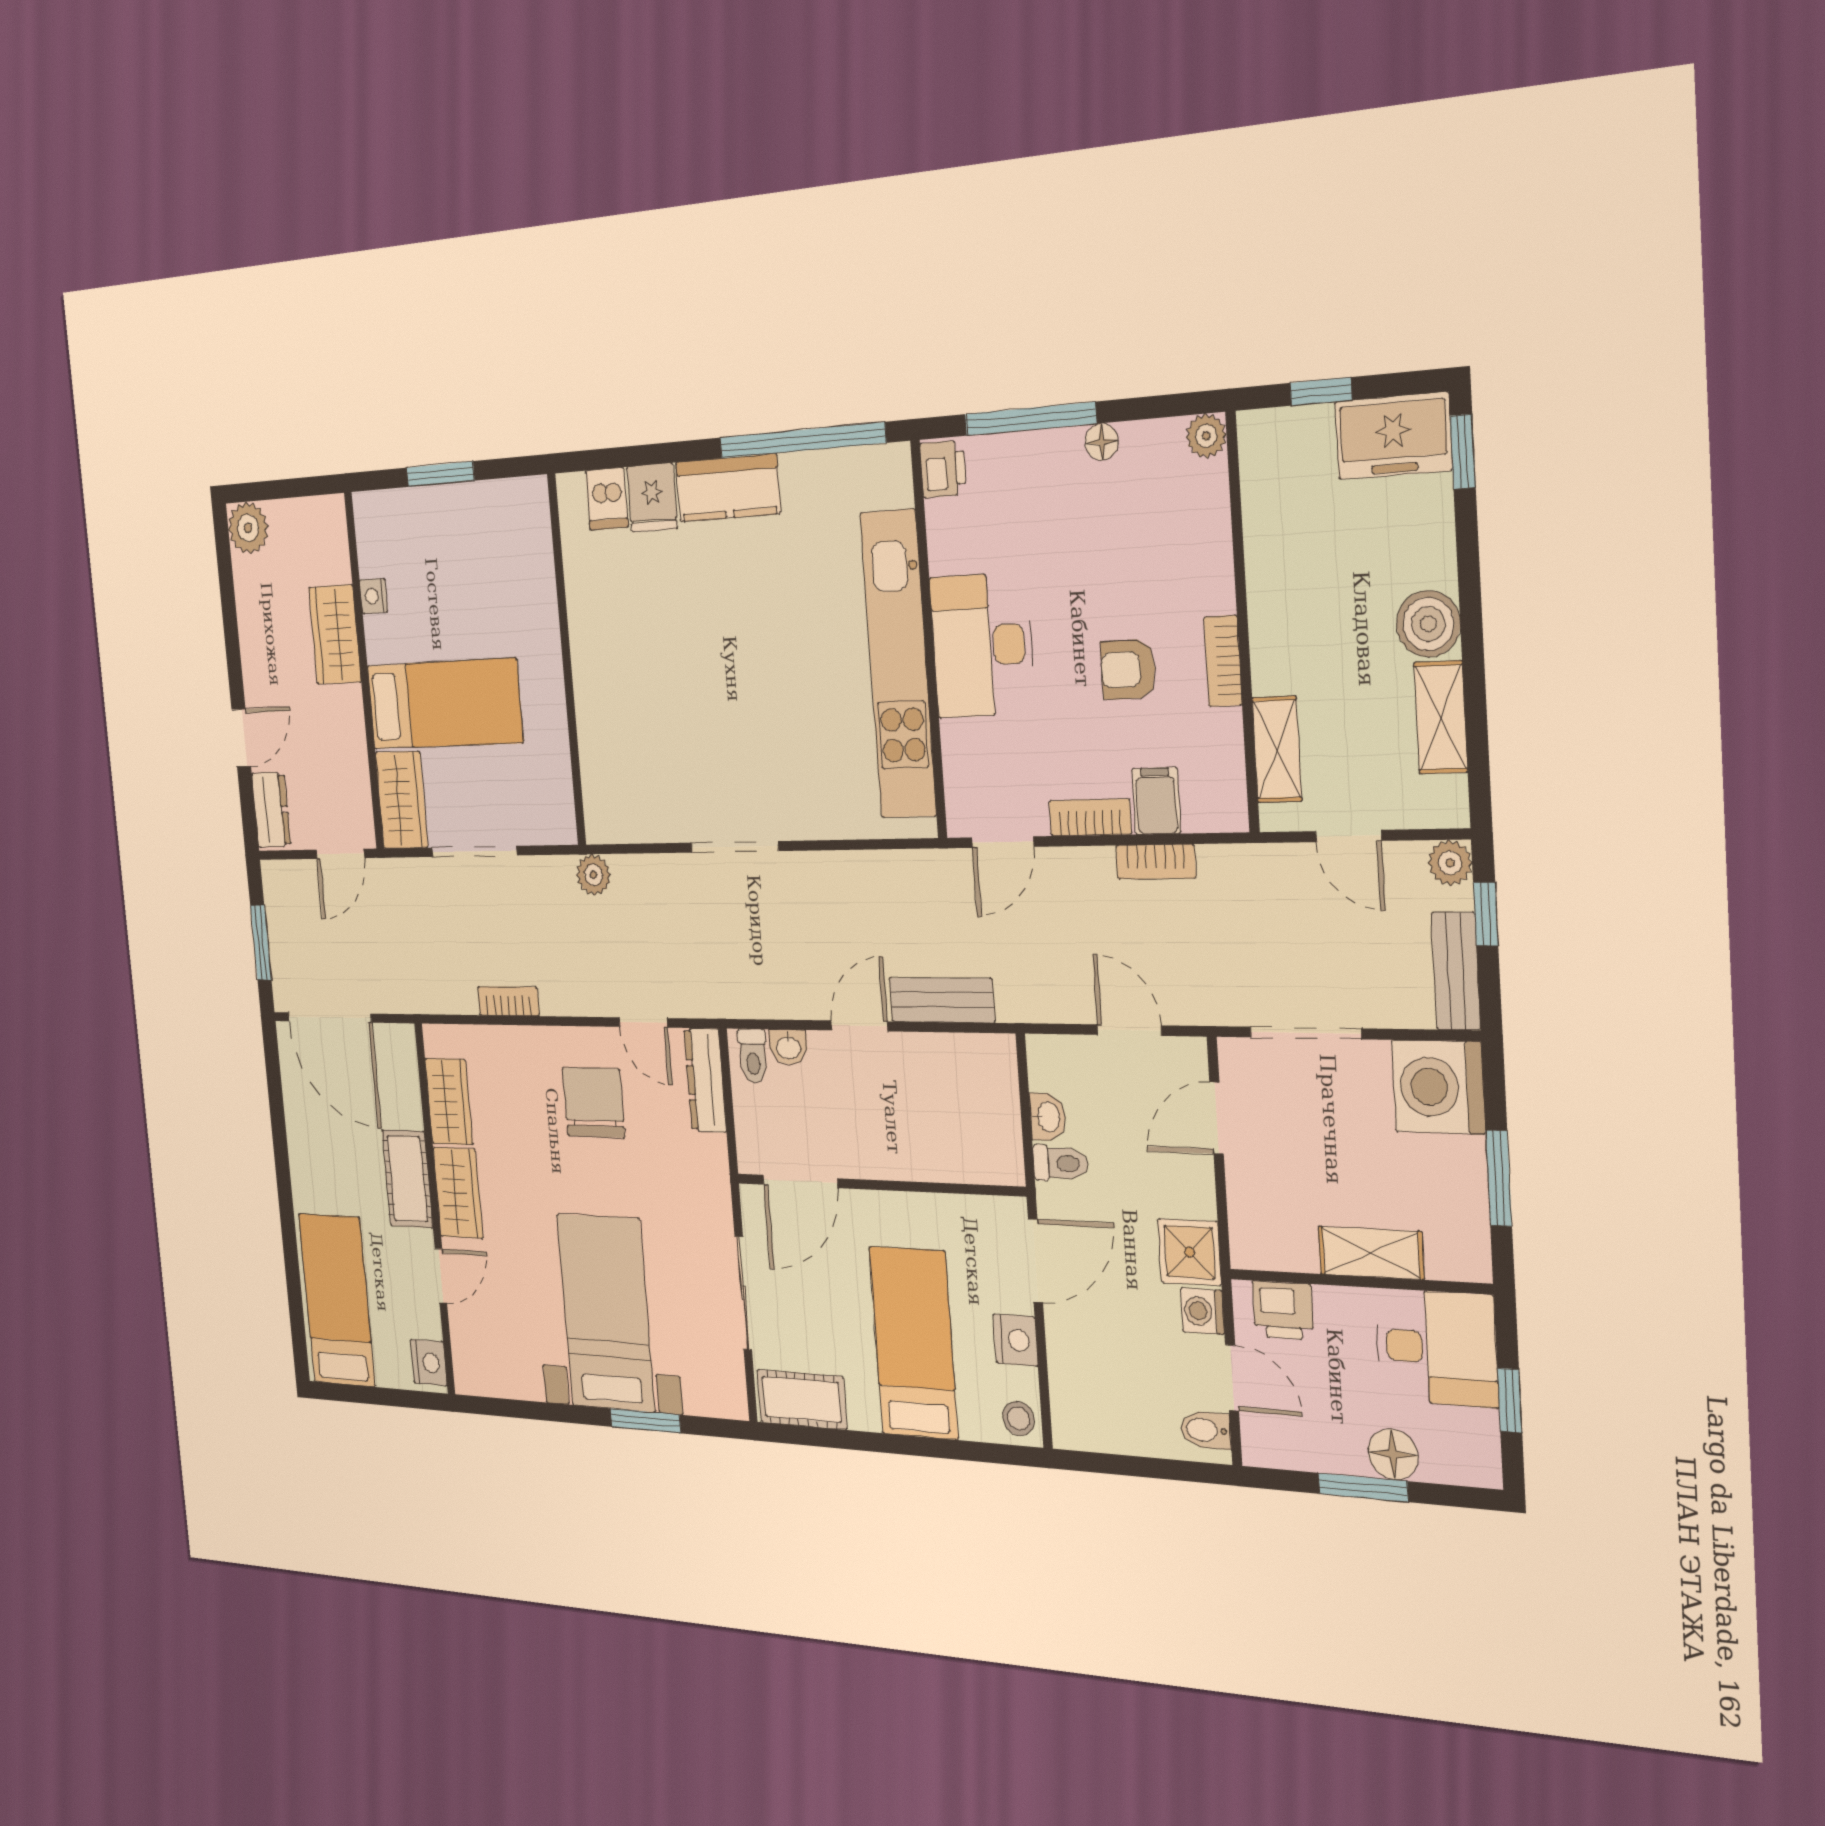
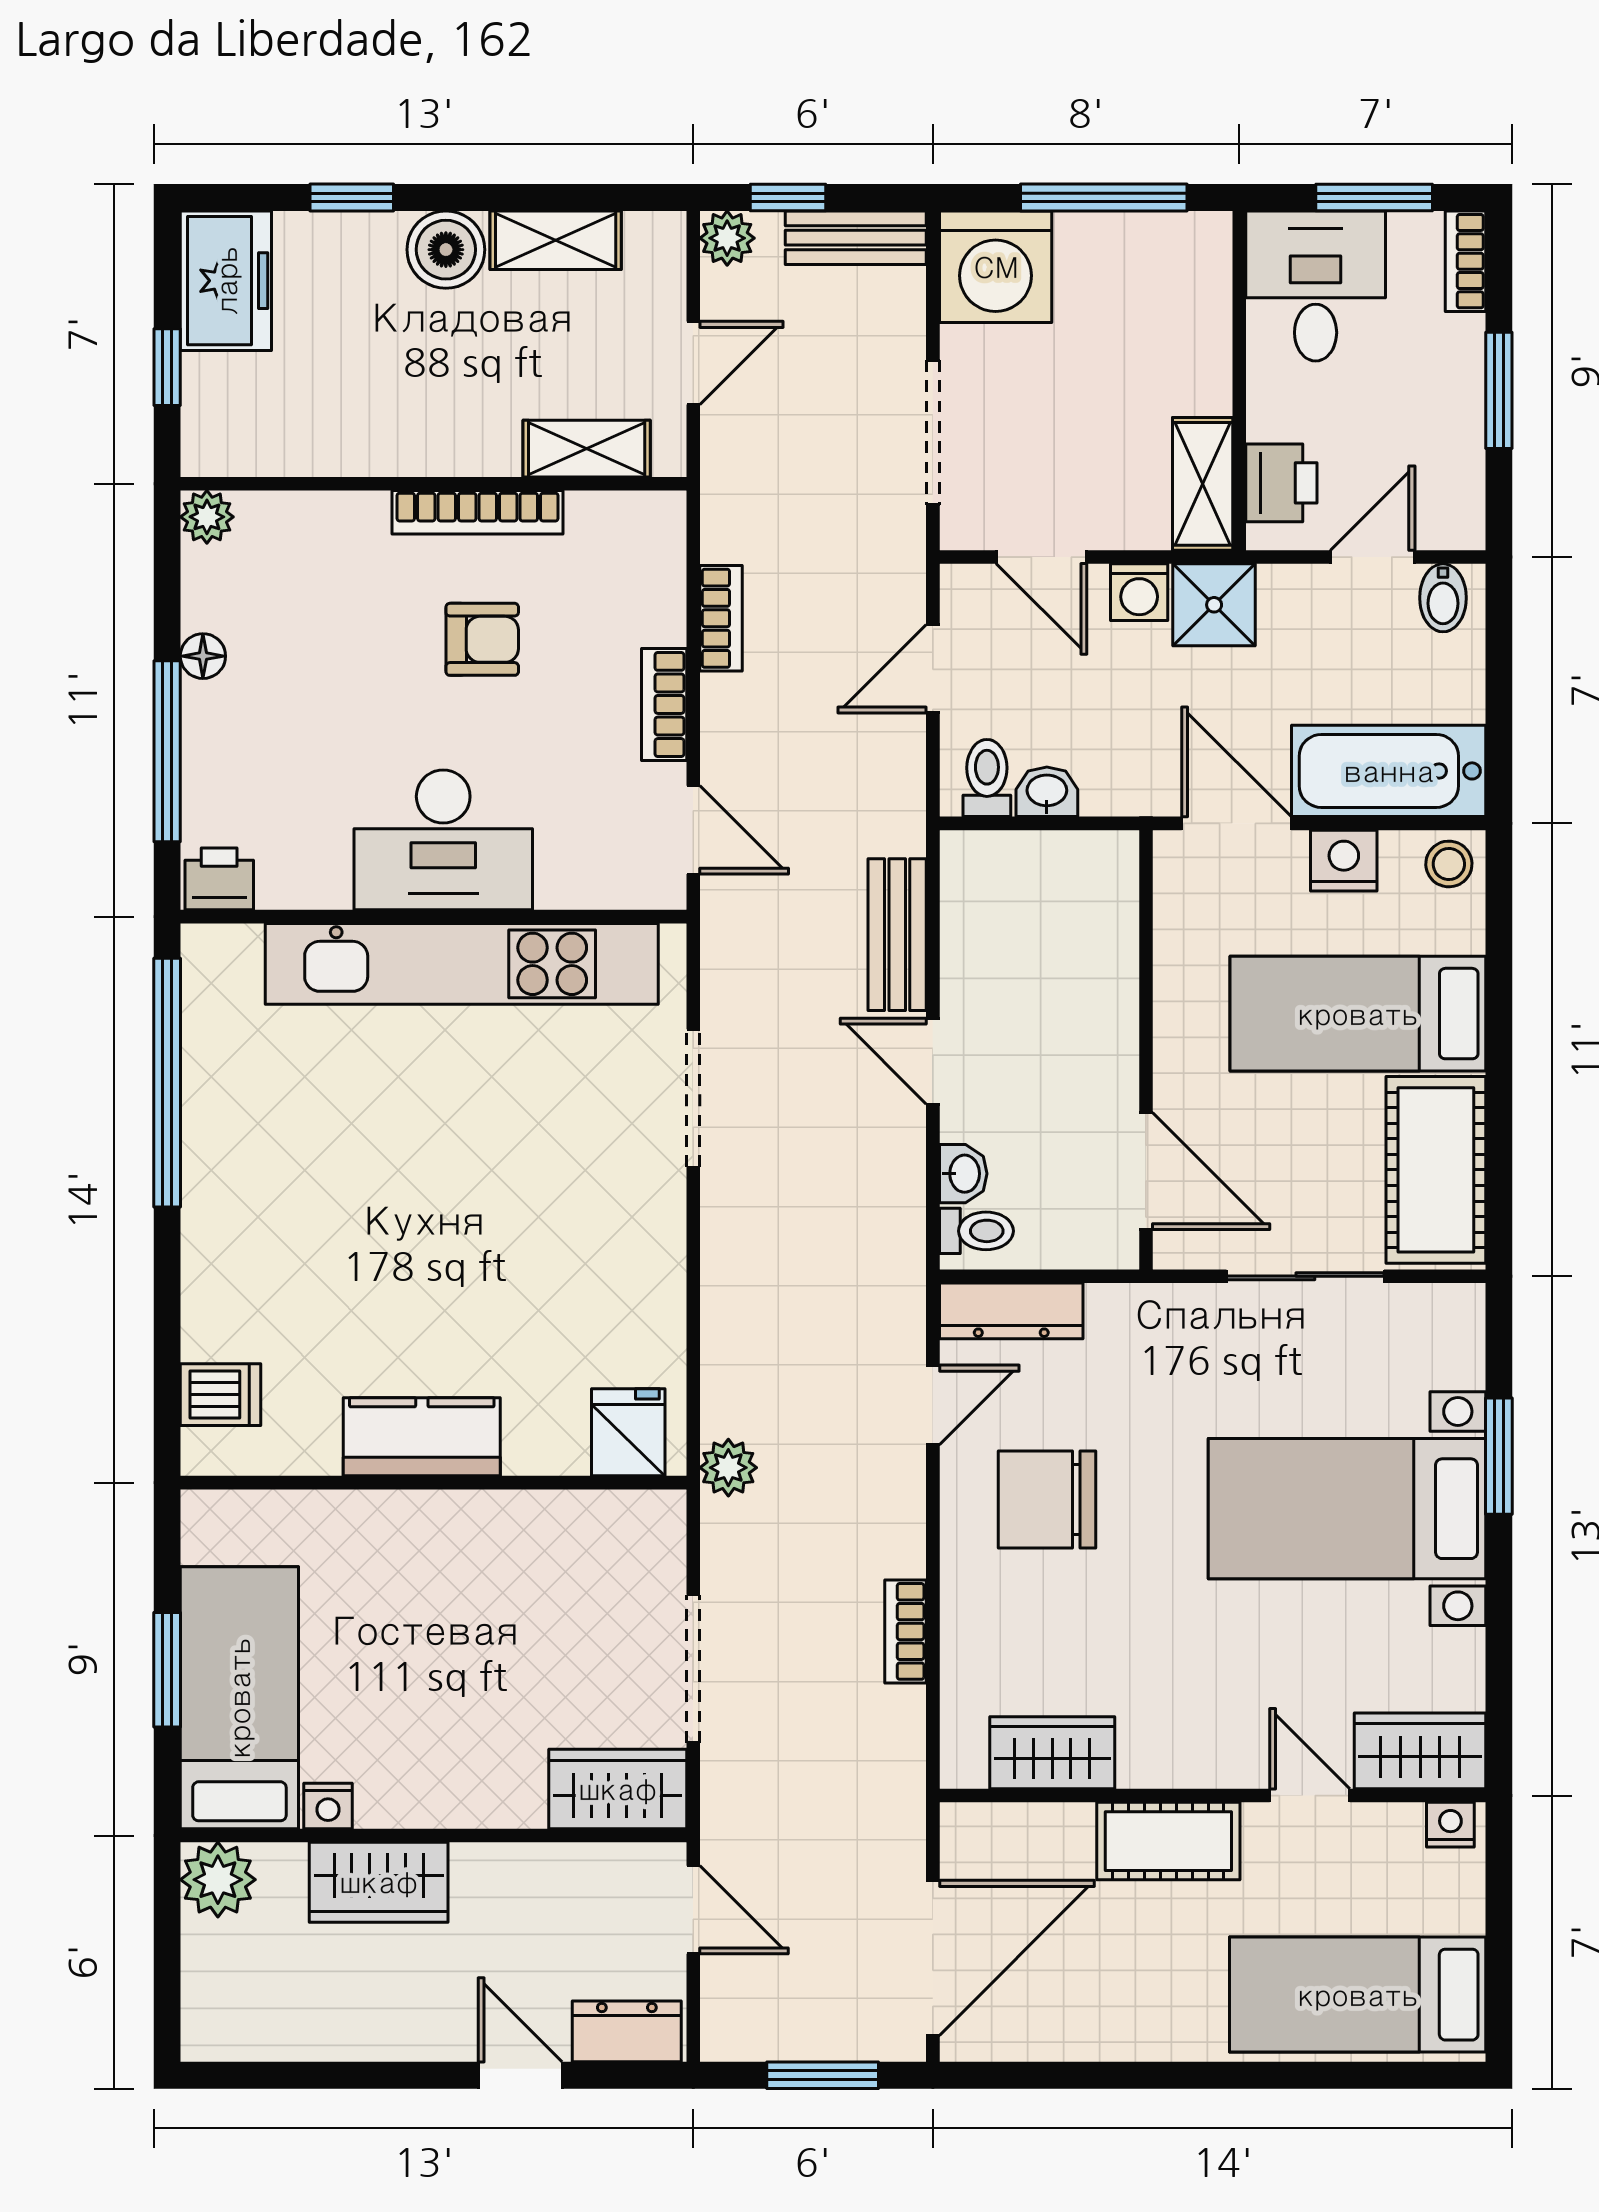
window: (1463, 452) -> (352, 197), moved
kitchen counter: (728, 488) -> (422, 1437), moved, turned -90
fridge: (652, 498) -> (628, 1432), moved, turned -90
plant: (248, 528) -> (218, 1880), moved
bookcase: (1223, 661) -> (477, 512), width x1.56
armchair: (1128, 669) -> (482, 639), turned -90
bed: (444, 704) -> (239, 1698), moved
filing cabinet: (1156, 801) -> (645, 612), removed
doorway: (735, 847) -> (693, 1098), moved
toilet: (1060, 1163) -> (987, 778), moved
window: (1499, 1178) -> (1104, 197), width x1.44
wardrobe: (458, 1193) -> (1420, 1751), moved
shelving: (1371, 1253) -> (1203, 484), moved
washing machine: (1202, 1311) -> (1139, 592), moved
nightstand: (429, 1363) -> (1450, 1825), width x0.72, depth x0.74
bathtub: (1080, 1378) -> (1389, 771), added
cot: (802, 1399) -> (1436, 1170), width x1.37, depth x1.34
window: (1510, 1400) -> (1374, 197), width x1.50
floor lamp: (1393, 1454) -> (1453, 349), removed
bookcase: (1462, 1470) -> (1465, 261), added

